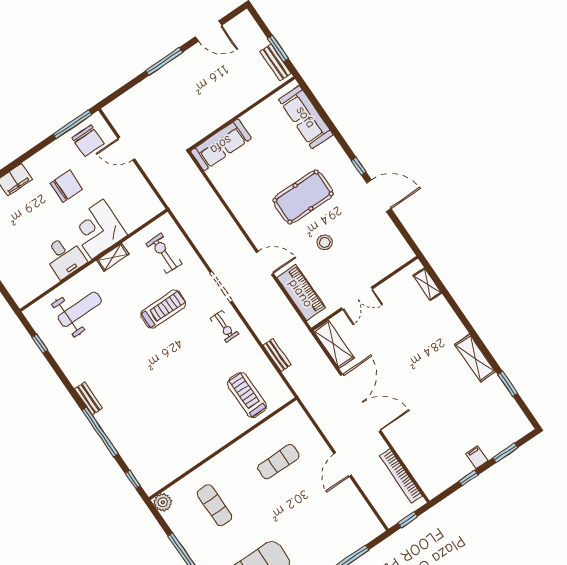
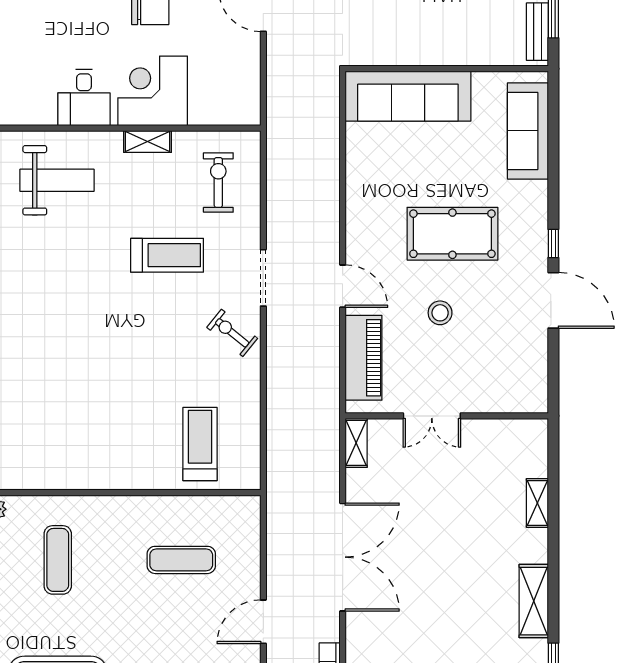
sofa: (221, 145) -> (408, 96), width x1.36, depth x1.27
shelving: (427, 284) -> (537, 503), moved
exercise bike: (224, 326) -> (232, 333), turned 129
shelving: (334, 344) -> (356, 443), width x0.67, depth x0.75
bench: (277, 355) -> (276, 418), removed

